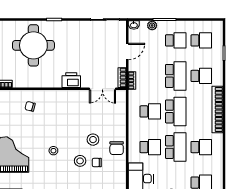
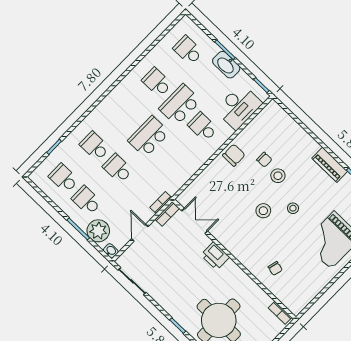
plant: (152, 25) -> (98, 231), width x1.87, depth x1.87
door: (127, 52) -> (140, 233), hinge flipped
school desk: (176, 76) -> (118, 169), width x0.54
bookcase: (218, 110) -> (109, 102), removed
school desk: (150, 111) -> (172, 159), removed
stool: (93, 140) -> (263, 211), moved

